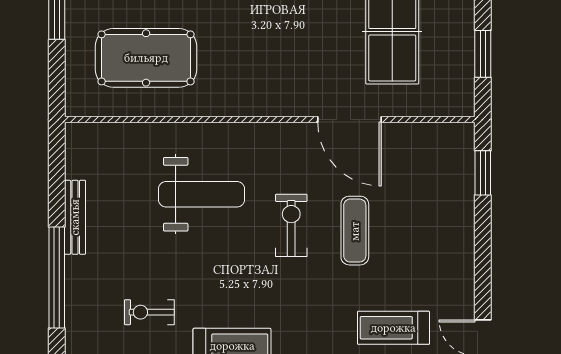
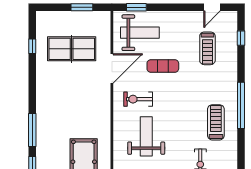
weight bench: (427, 181) -> (140, 33), added
exercise bike: (291, 225) -> (138, 99), moved

